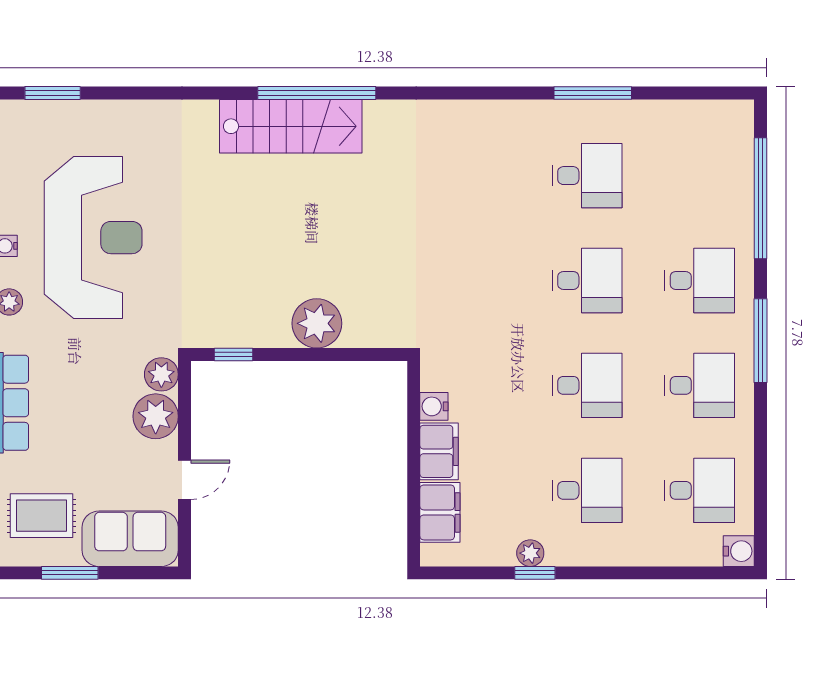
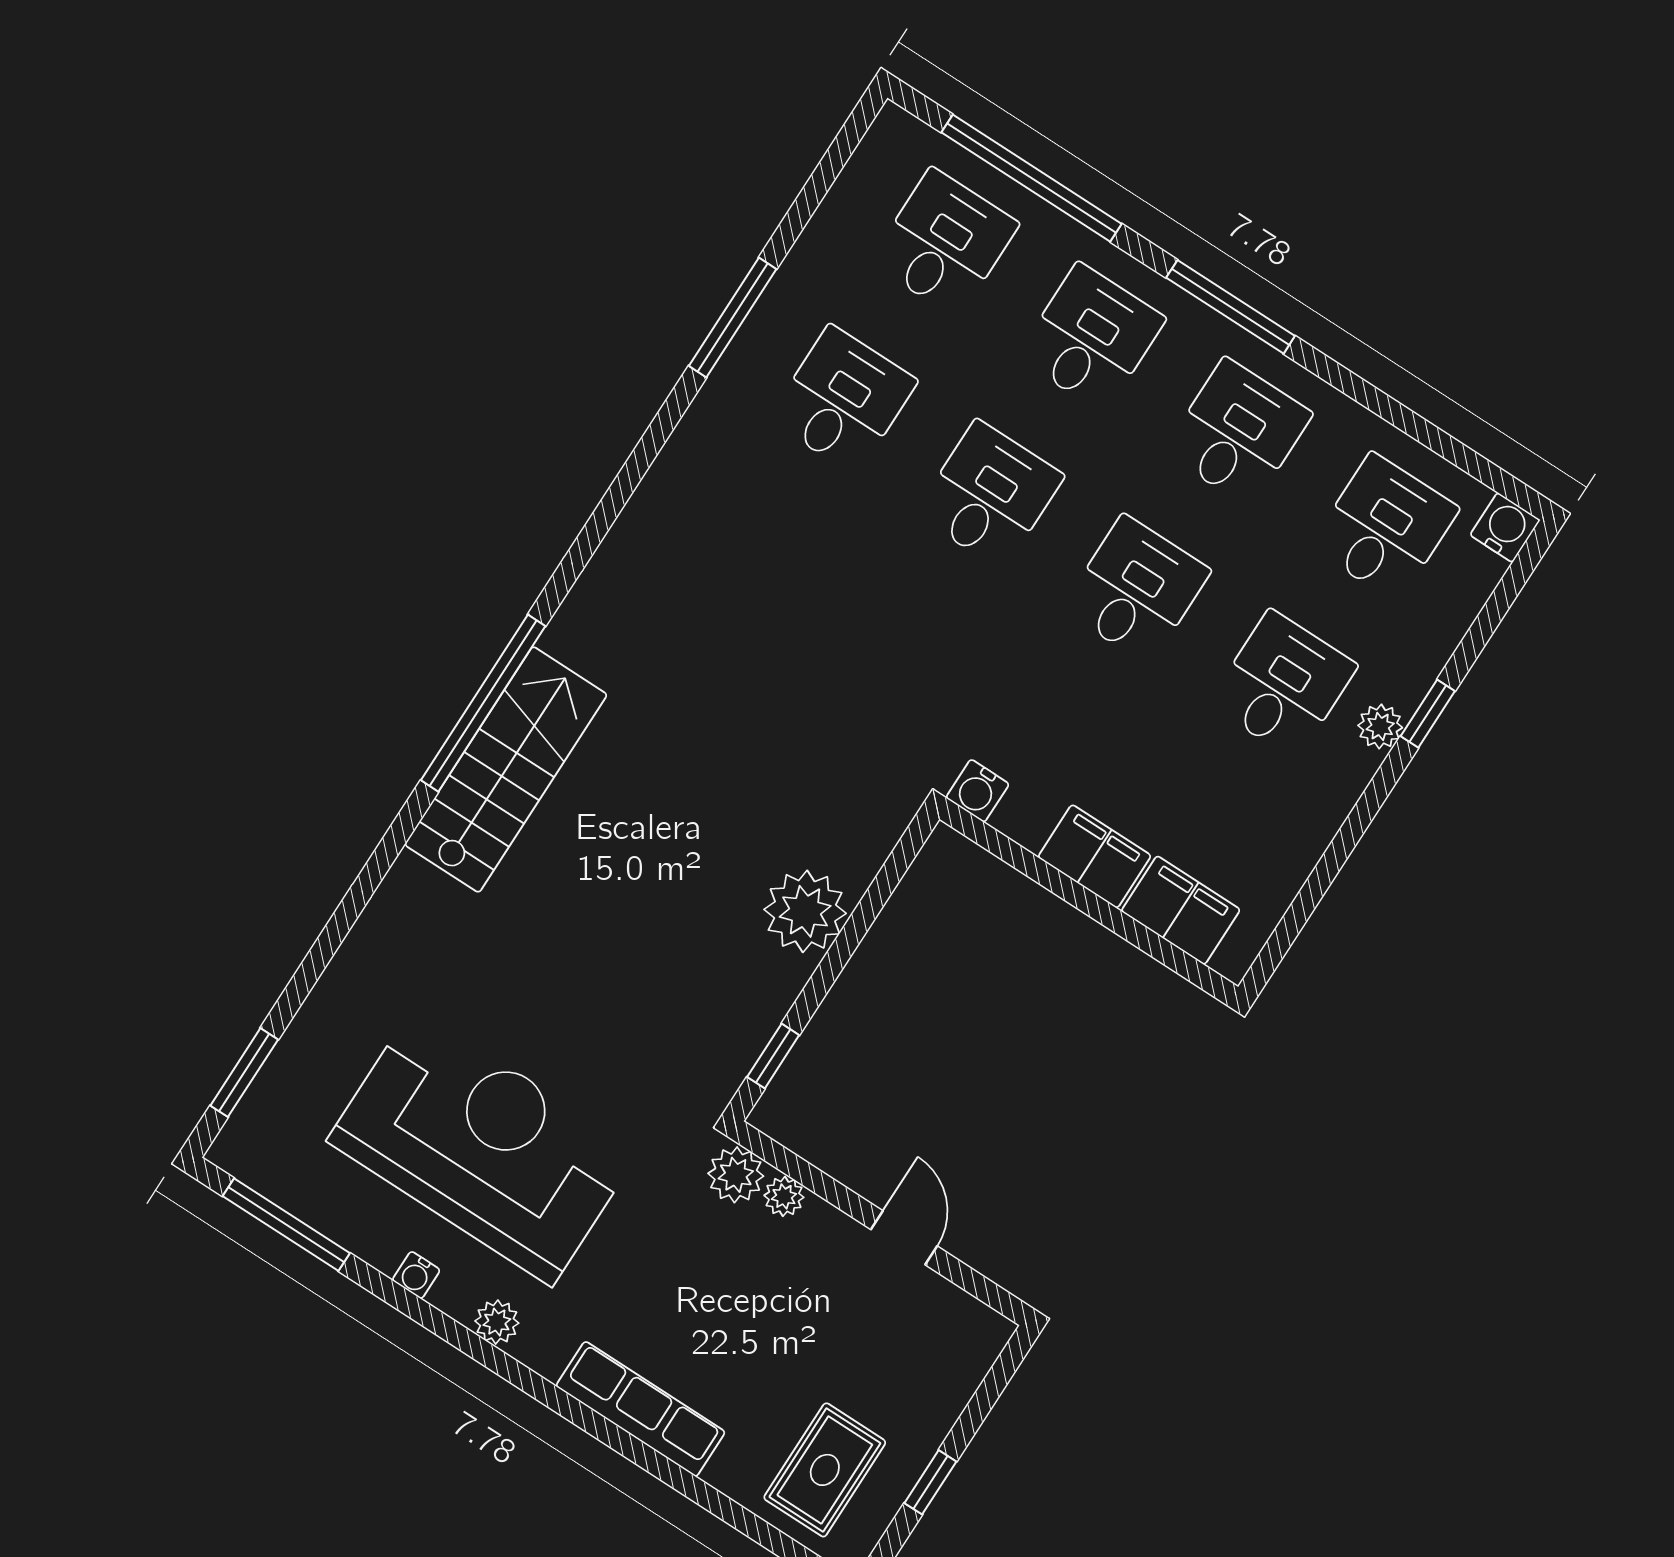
desk: (700, 176) -> (944, 243), added
water cooler: (434, 406) -> (978, 791), moved
plant: (156, 416) -> (784, 1196), width x0.53, depth x0.53
sofa: (130, 539) -> (937, 1367), removed
plant: (530, 553) -> (1380, 726), moved
window: (70, 573) -> (930, 1482), width x0.67
window: (535, 573) -> (1428, 714), moved

